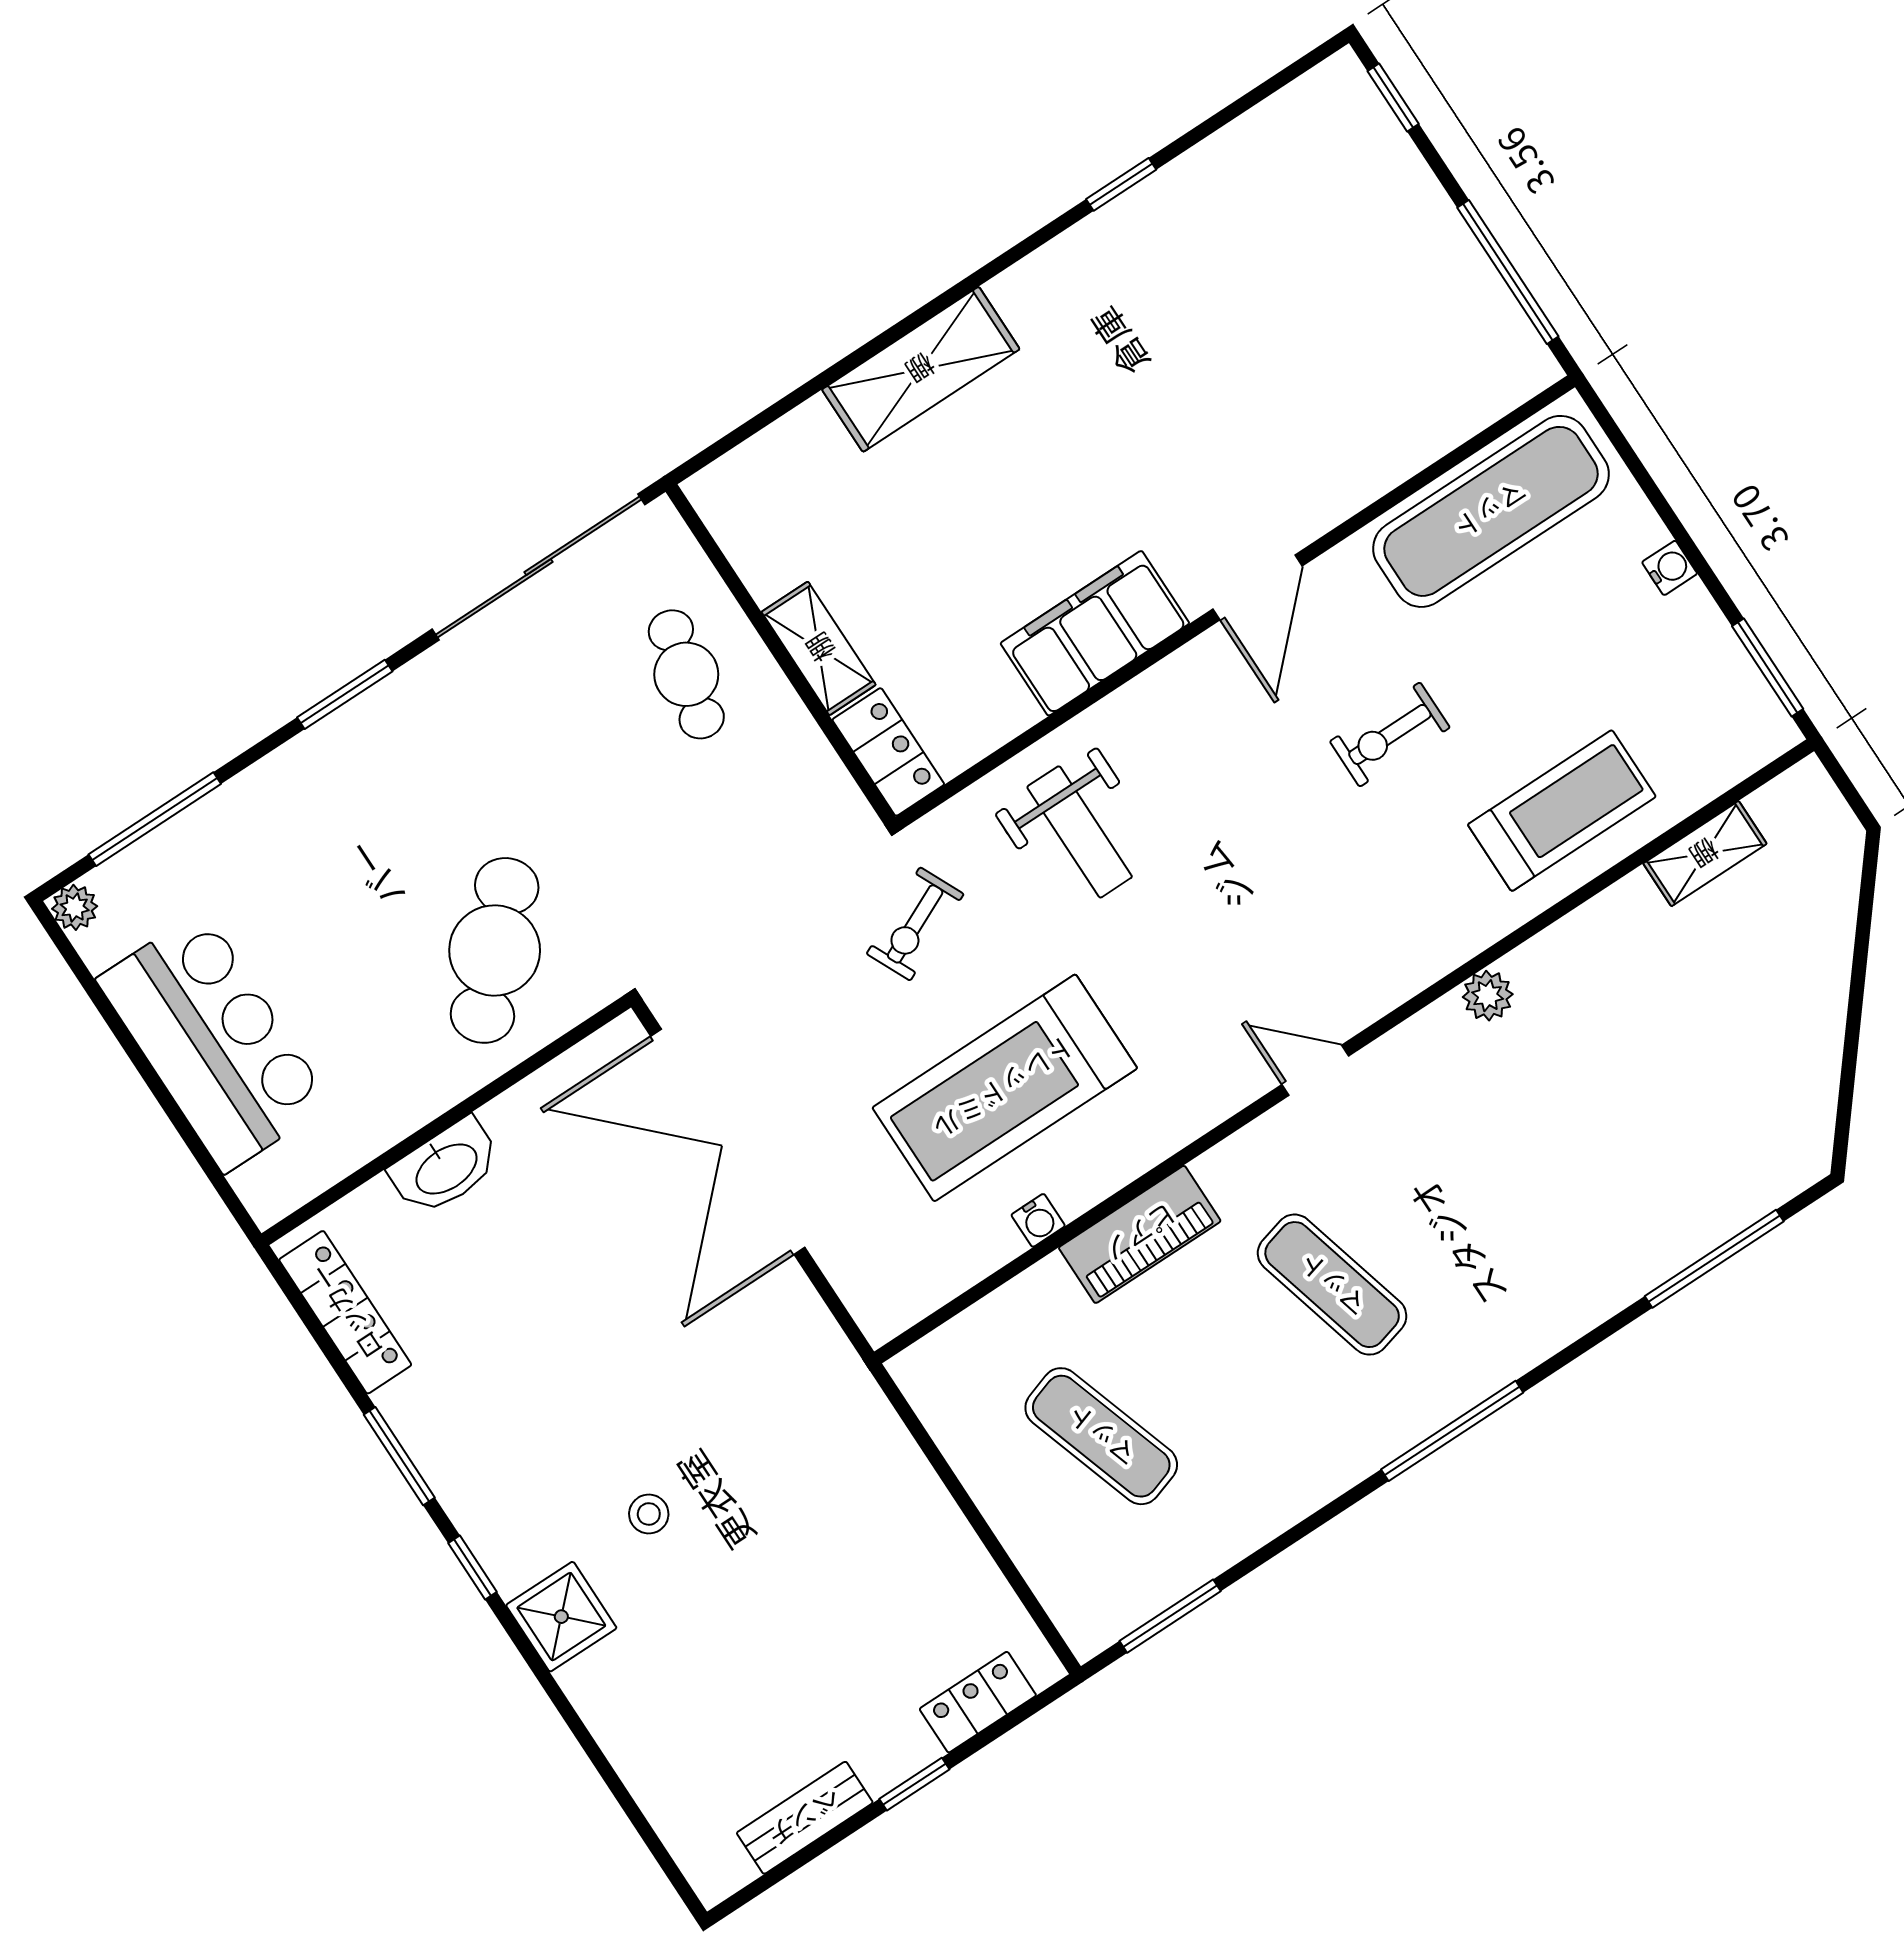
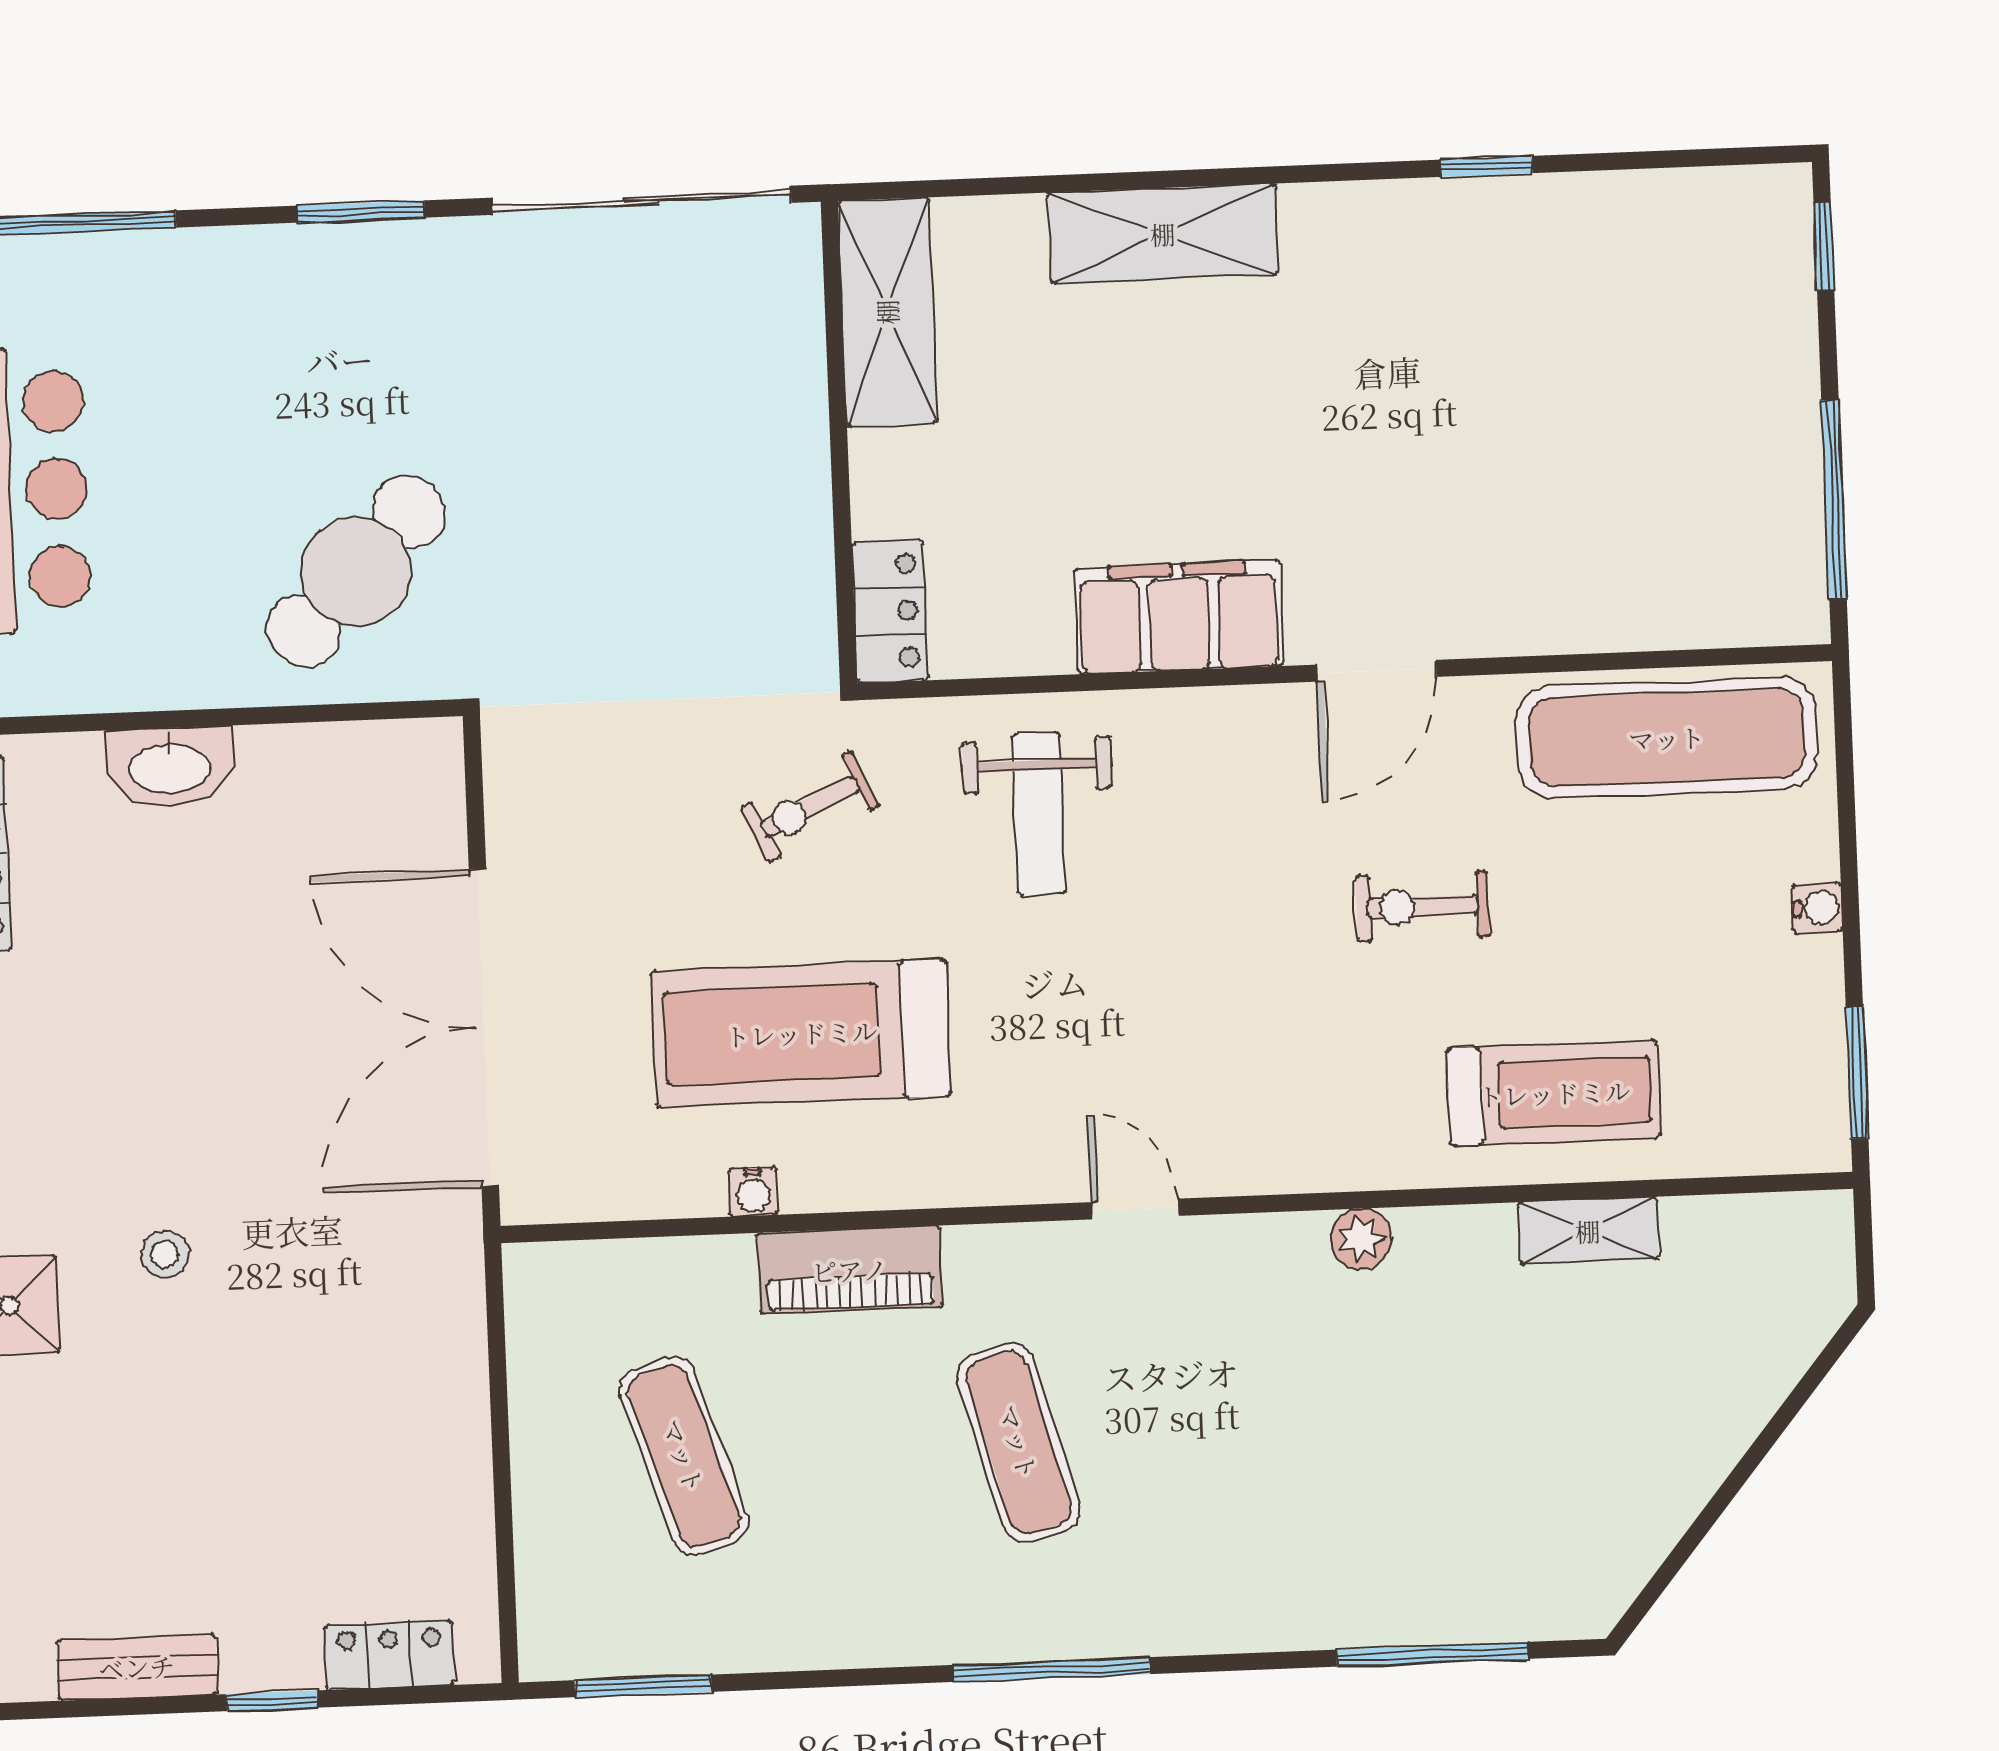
shelving: (819, 648) -> (887, 312), moved, width x1.50, depth x1.33
cafe table: (686, 674) -> (728, 404), removed
shelving: (1705, 854) -> (1588, 1231), moved
double door: (728, 1142) -> (484, 1028), moved

